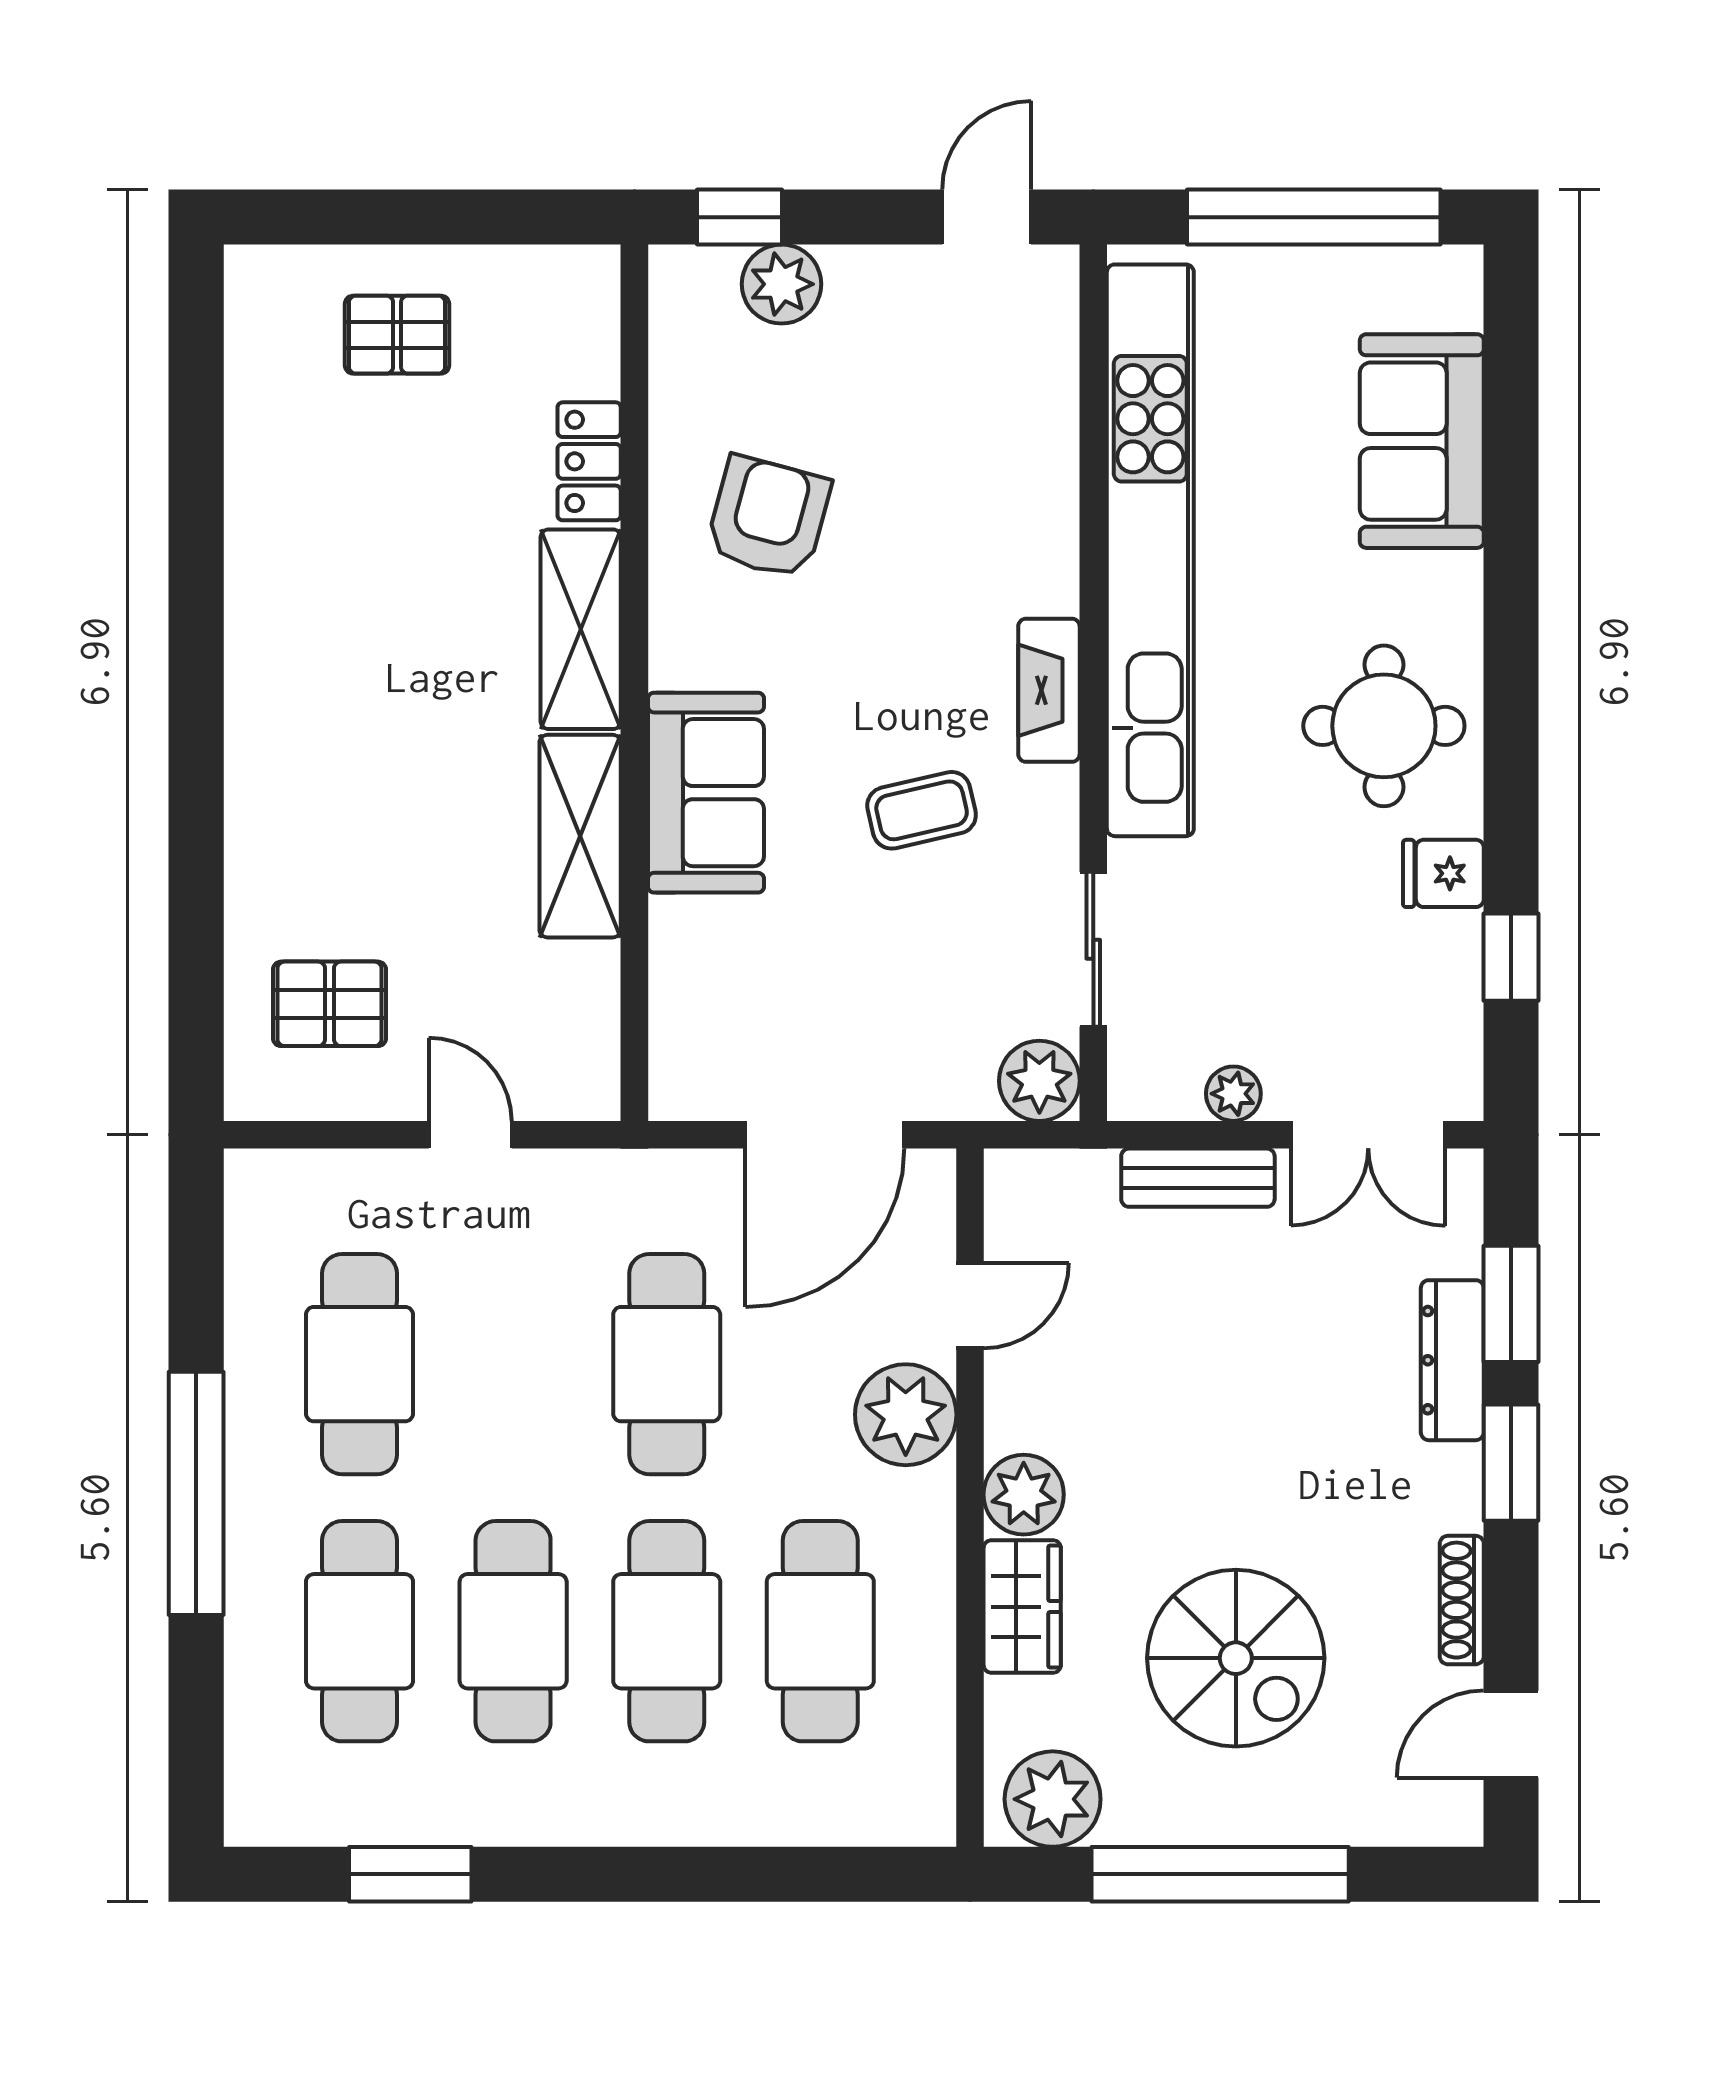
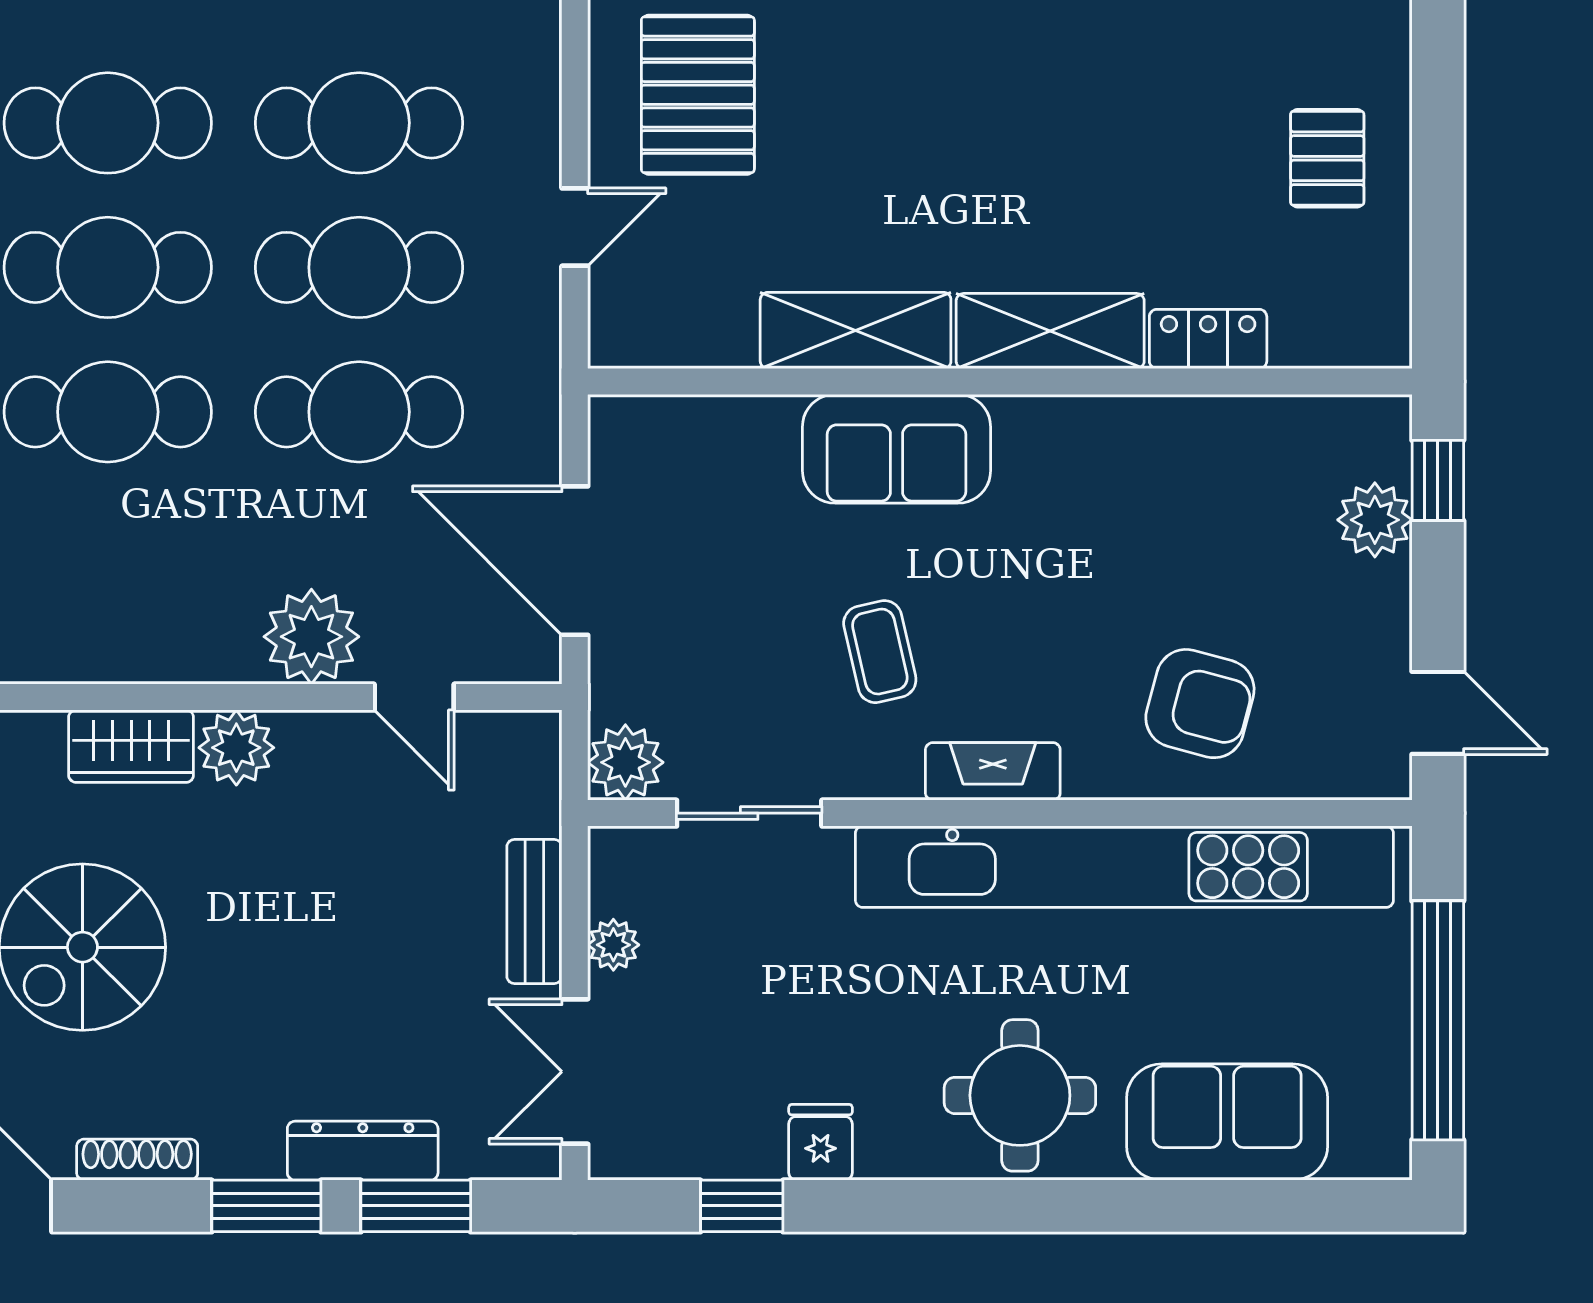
armchair: (768, 517) -> (1200, 704), moved
round table: (1384, 726) -> (1020, 1095), moved
pallet: (330, 1004) -> (698, 95), width x1.50, depth x1.42
cafe table: (820, 1631) -> (359, 267), moved

